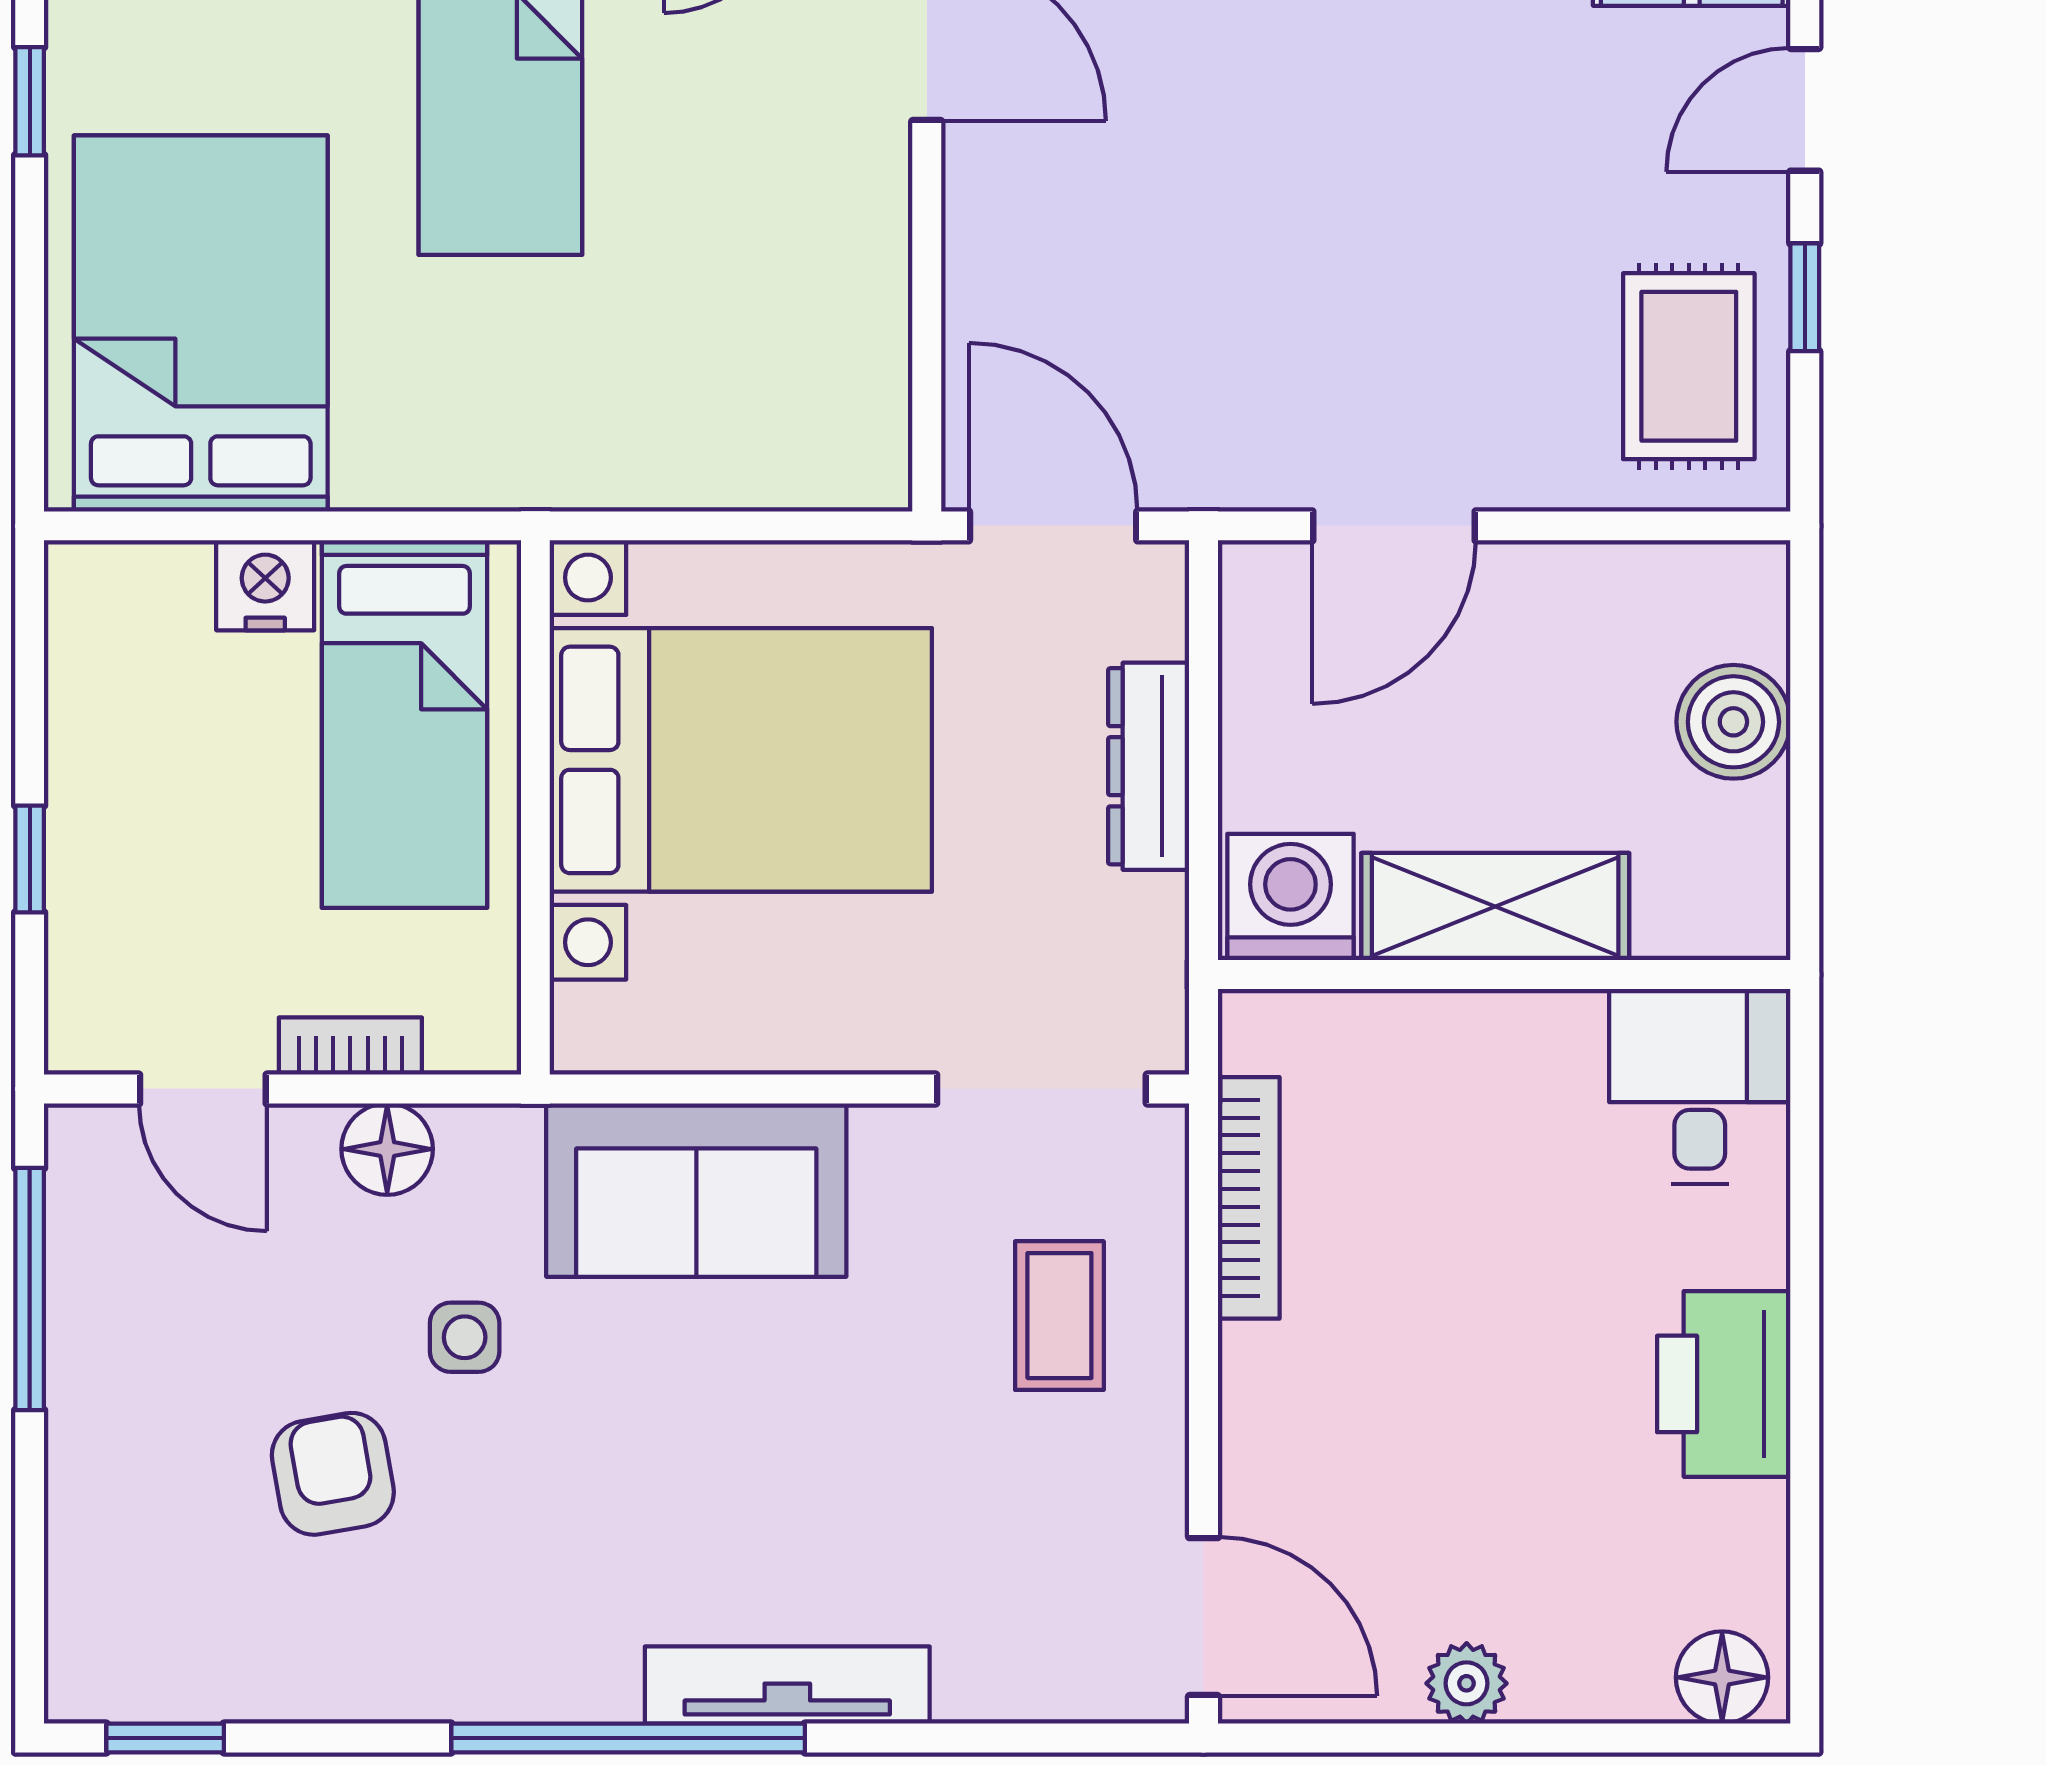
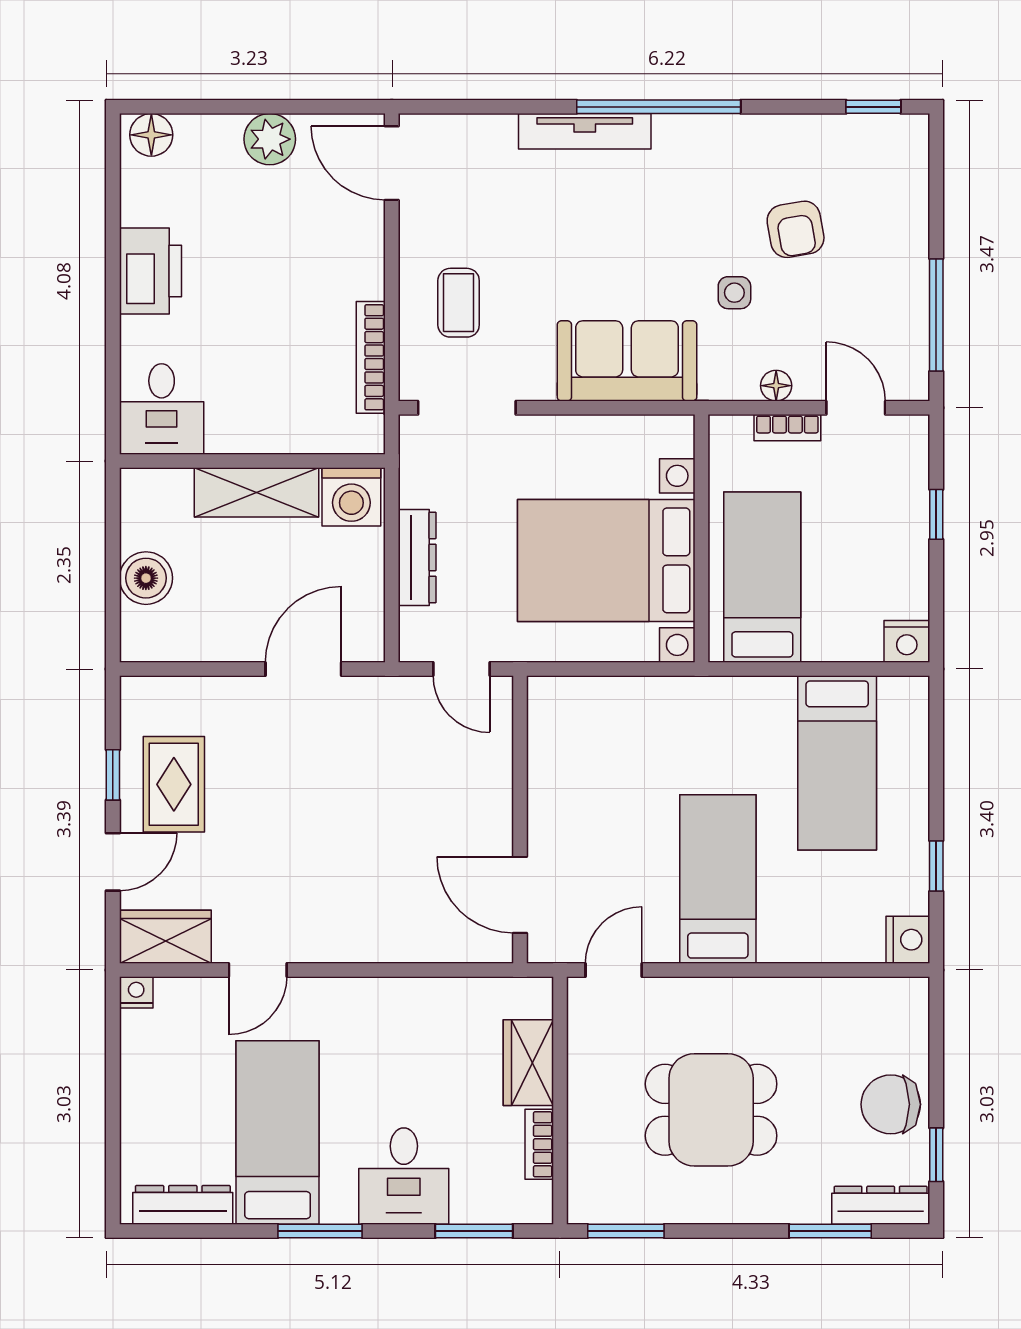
bed: (201, 323) -> (837, 763), width x0.67
rug: (1689, 366) -> (174, 784), moved
door: (1053, 526) -> (461, 669), width x0.73
nightstand: (265, 585) -> (907, 641), moved
floor lamp: (387, 1149) -> (776, 386), width x0.73, depth x0.73
plant: (1467, 1683) -> (270, 139), width x1.38, depth x1.38

